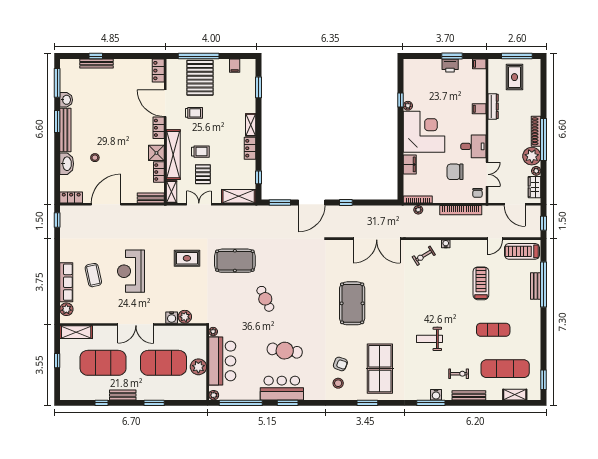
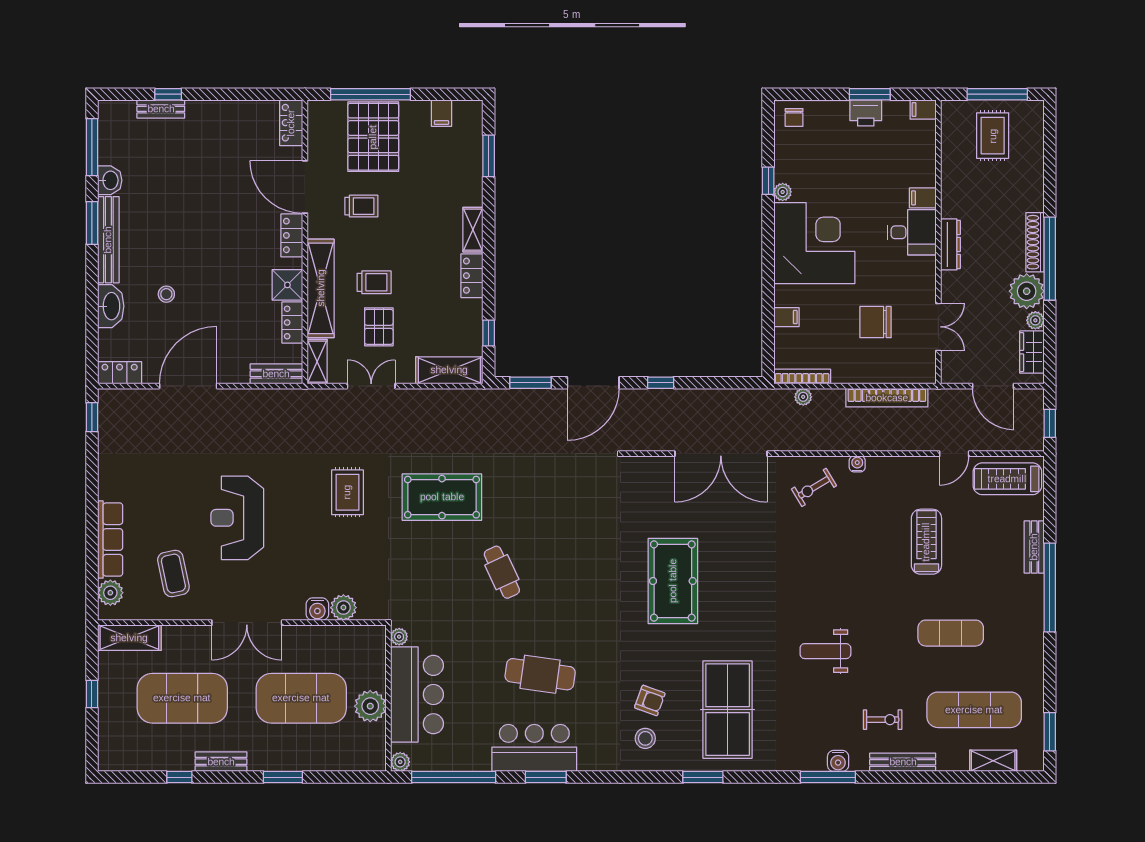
bench: (97, 64) -> (161, 109), width x0.73
dresser: (493, 106) -> (951, 244), moved
desk: (473, 146) -> (912, 232), moved
filing cabinet: (410, 164) -> (786, 317), width x0.50
chair: (477, 193) -> (794, 118), moved
rug: (187, 258) -> (347, 492), turned 90
coffee table: (93, 275) -> (173, 573), moved
window: (544, 284) -> (1050, 588), moved

